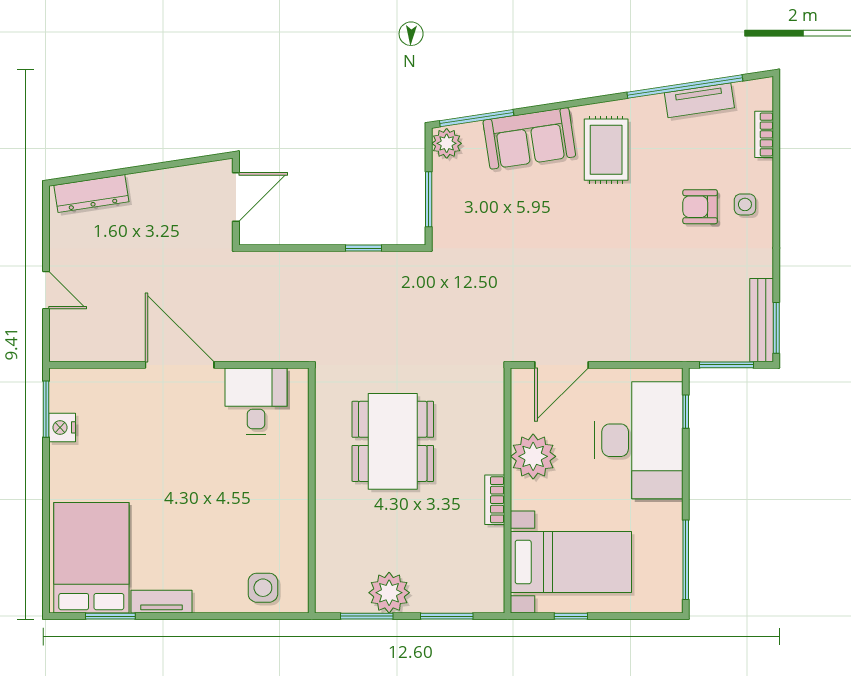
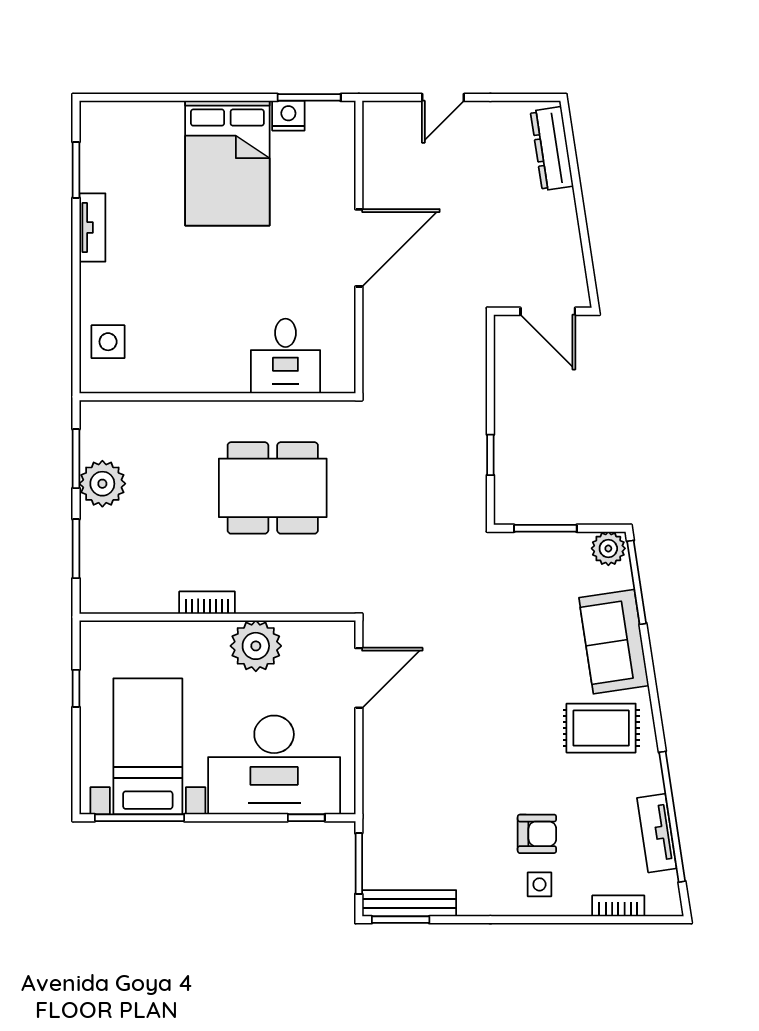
armchair: (700, 207) -> (537, 834), turned 90
door: (562, 365) -> (359, 678), swing flipped
desk: (256, 401) -> (285, 356), moved, turned 90
bed: (91, 558) -> (227, 163), moved, turned 90
bed with nightstands: (571, 562) -> (148, 746), moved, turned 180

